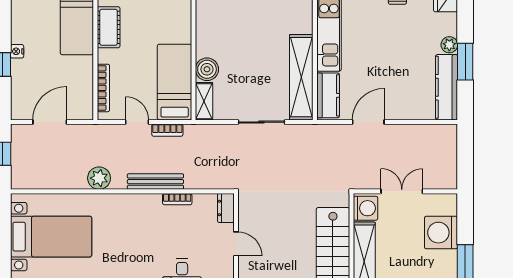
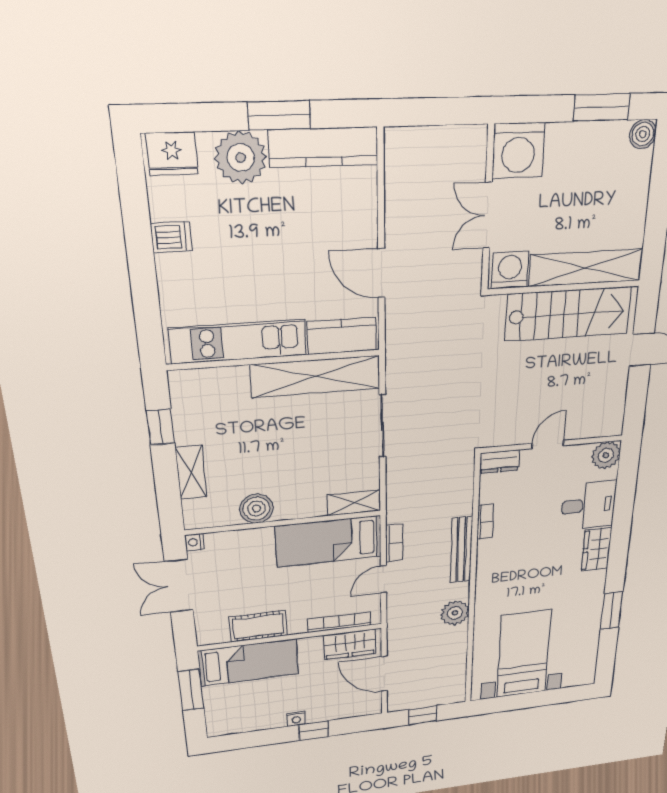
plant: (449, 45) -> (241, 158), width x1.88, depth x1.88
boiler: (207, 69) -> (256, 509), moved
wardrobe: (82, 95) -> (350, 644), added
washing machine: (441, 233) -> (518, 151), moved

